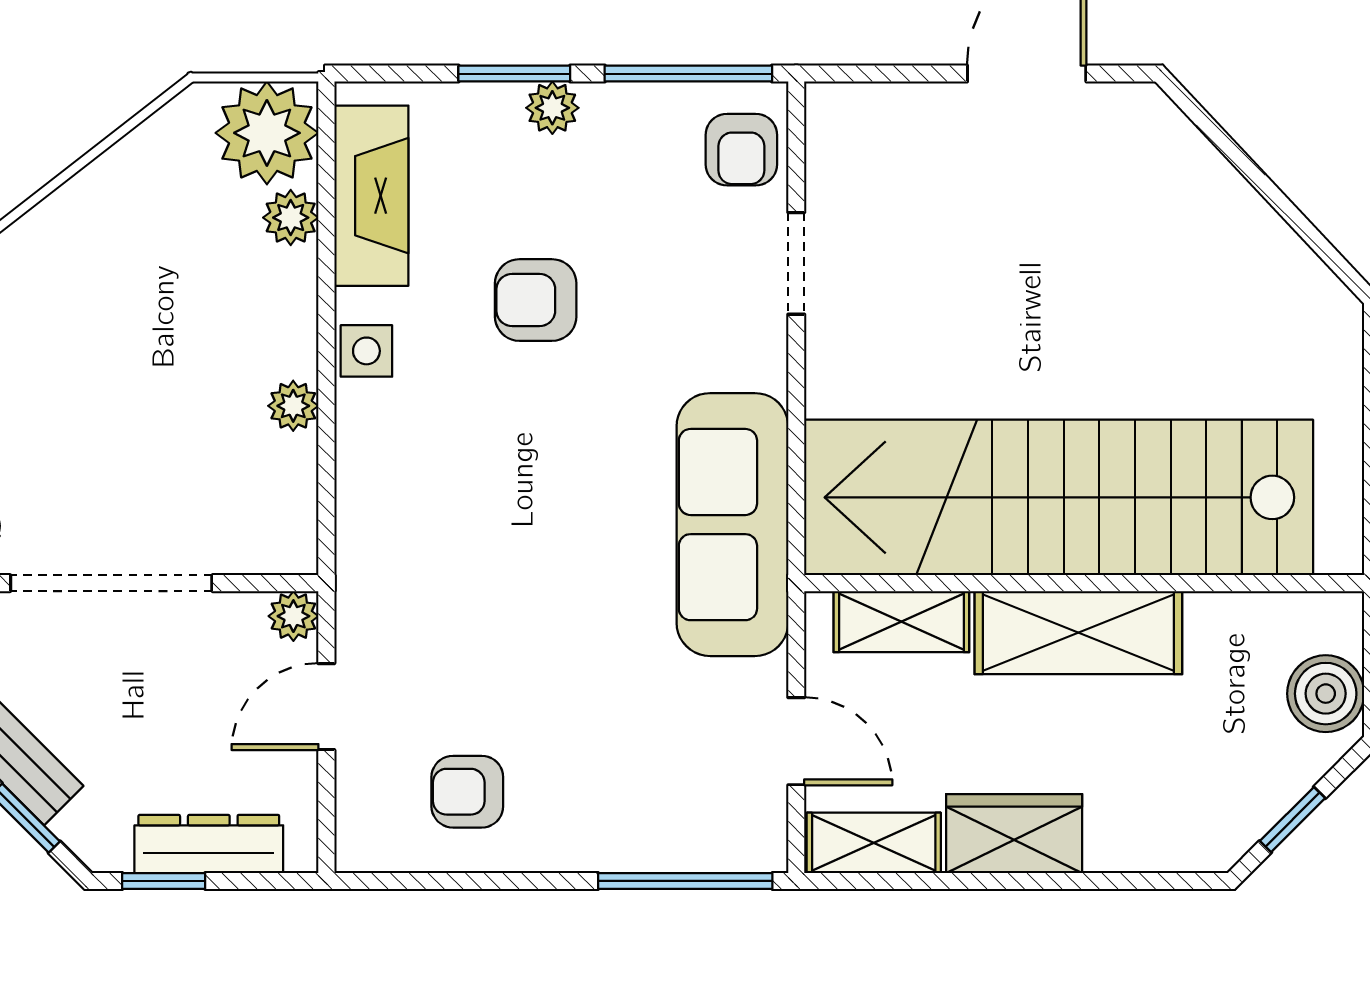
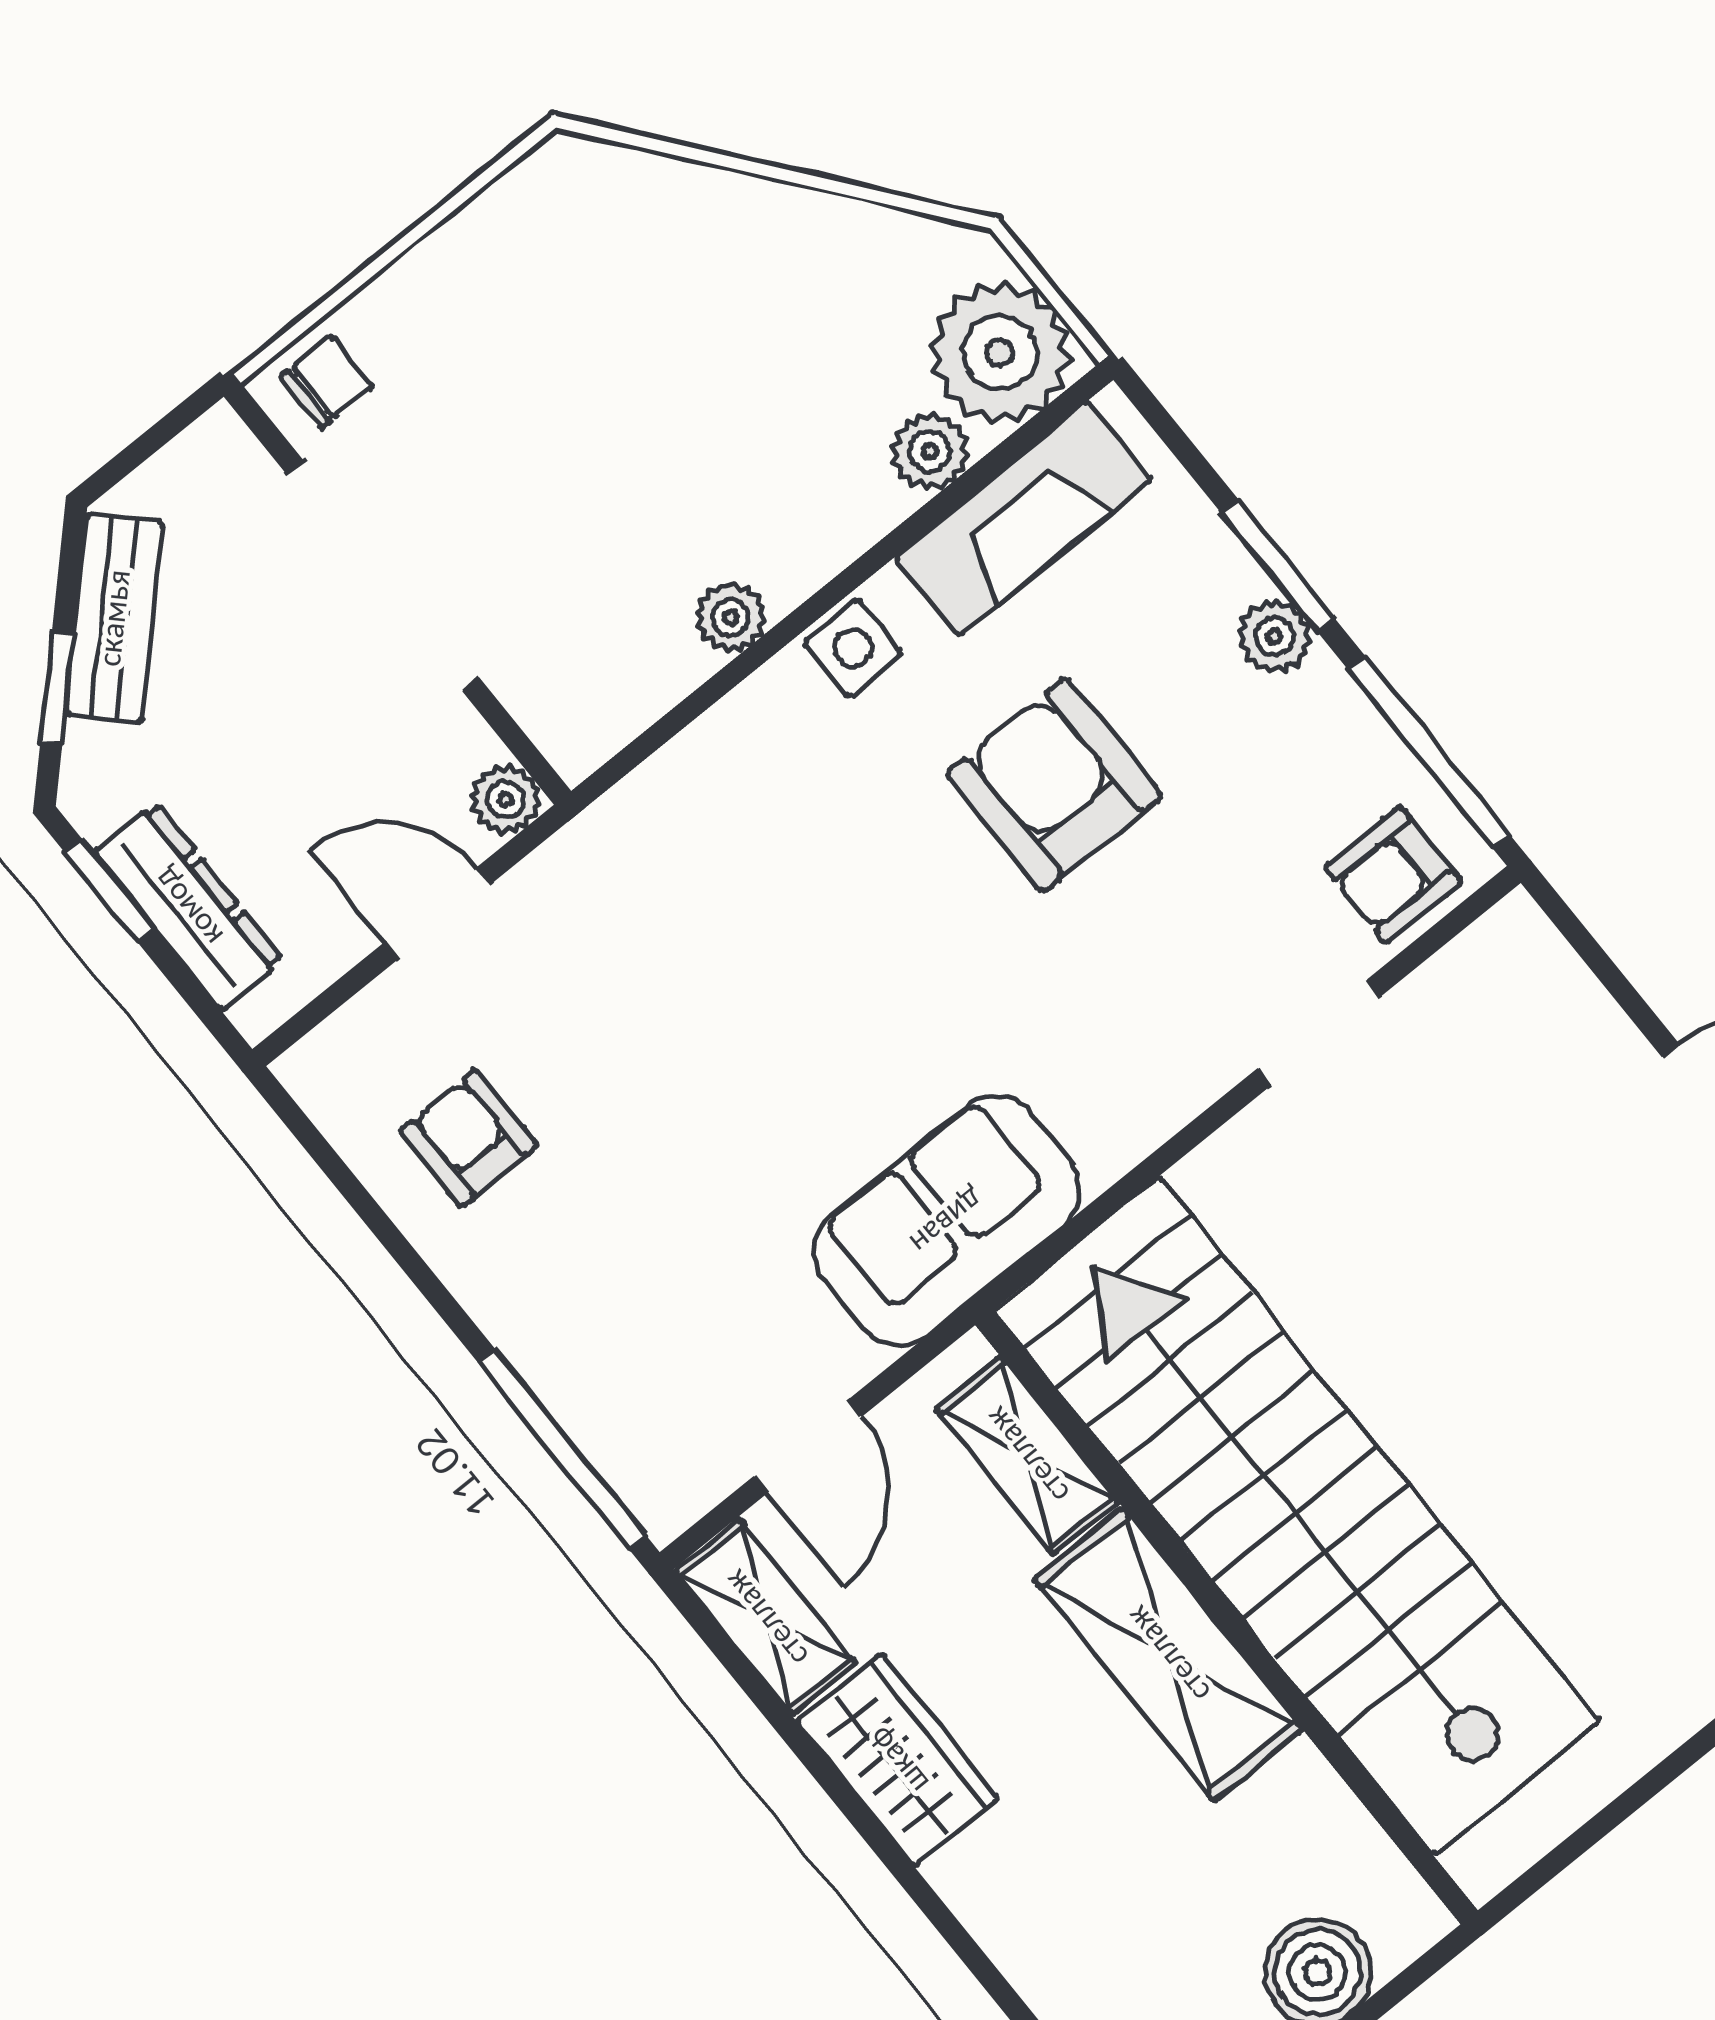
armchair: (536, 300) -> (1054, 785), width x1.38, depth x1.38
sofa: (732, 525) -> (947, 1221), width x0.73

